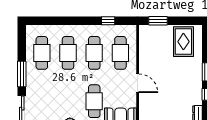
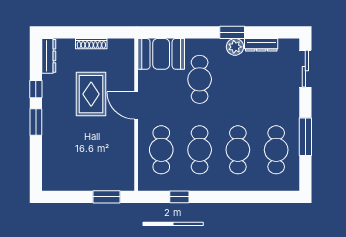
rug: (183, 42) -> (91, 94), moved
window: (22, 74) -> (305, 137), moved

